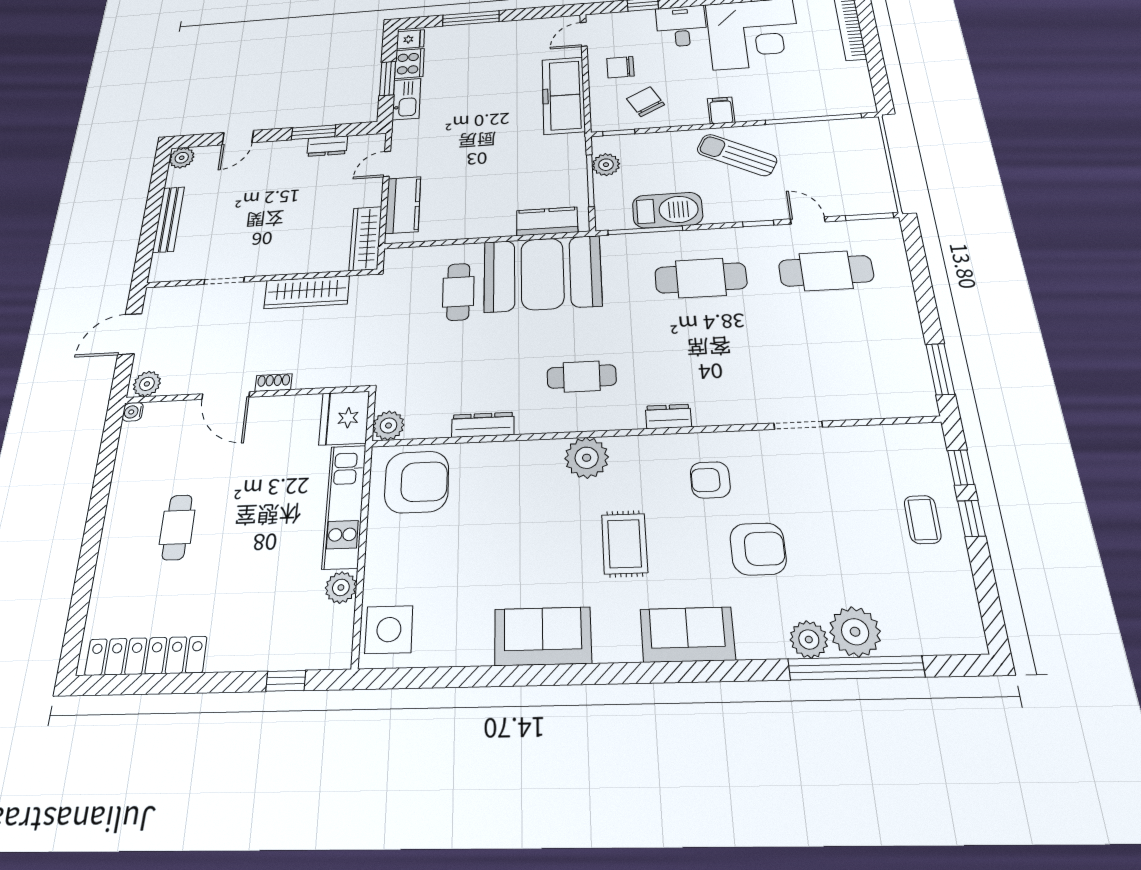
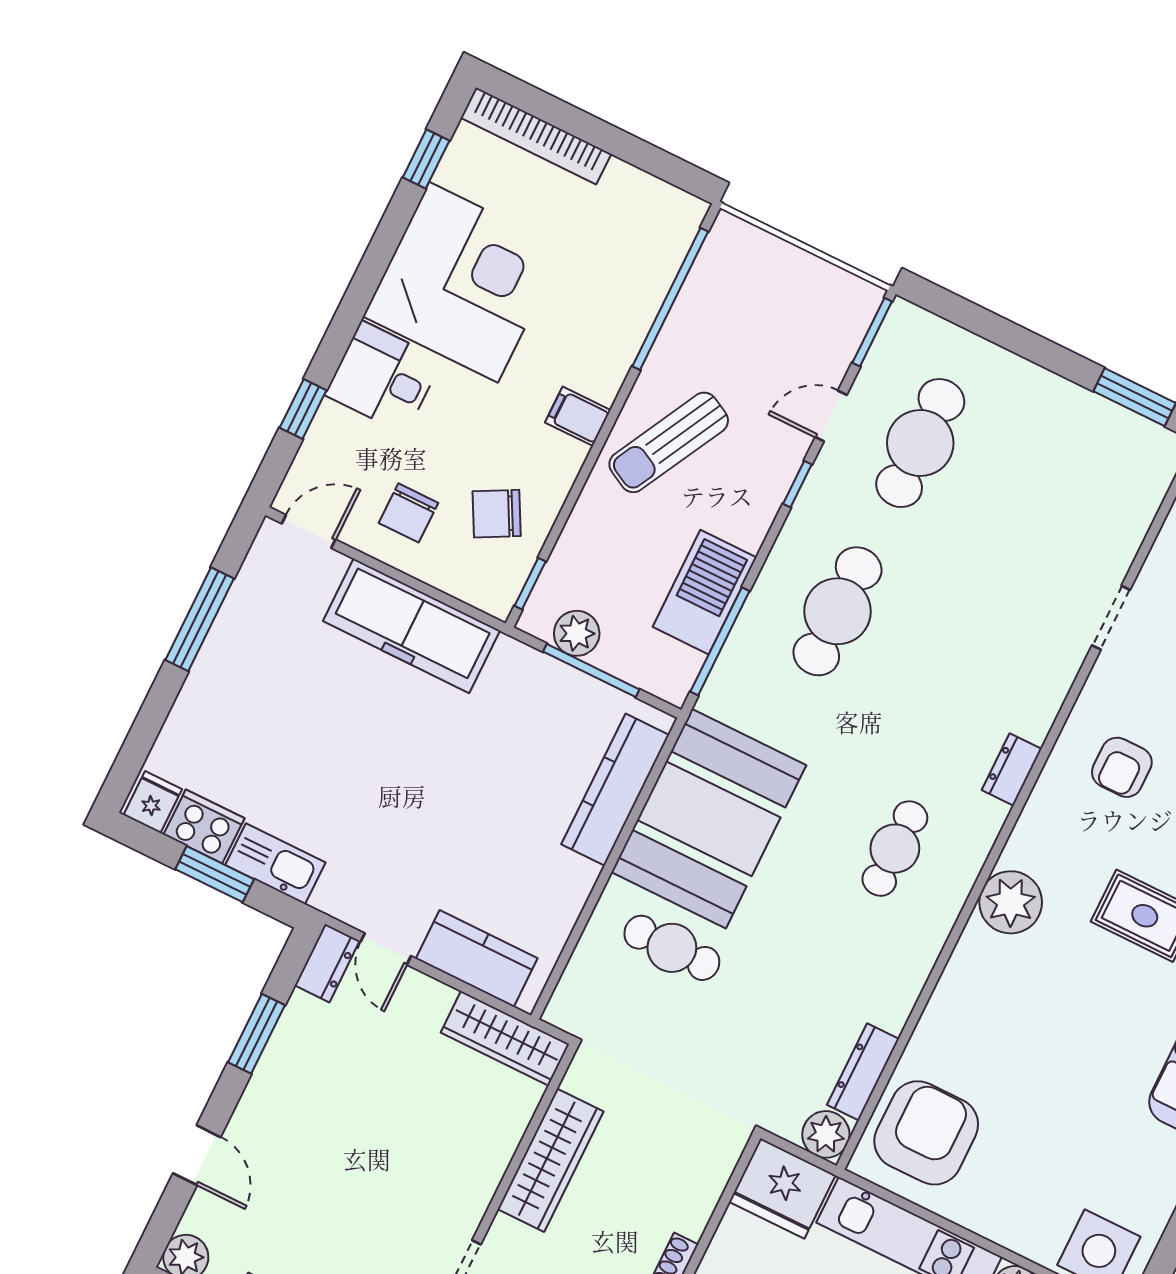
window: (471, 18) -> (200, 619), moved
door: (584, 34) -> (309, 531), swing flipped
dresser: (327, 146) -> (327, 963), moved
kitchen counter: (547, 221) -> (615, 790), width x1.50
dresser: (483, 425) -> (863, 1072), moved

